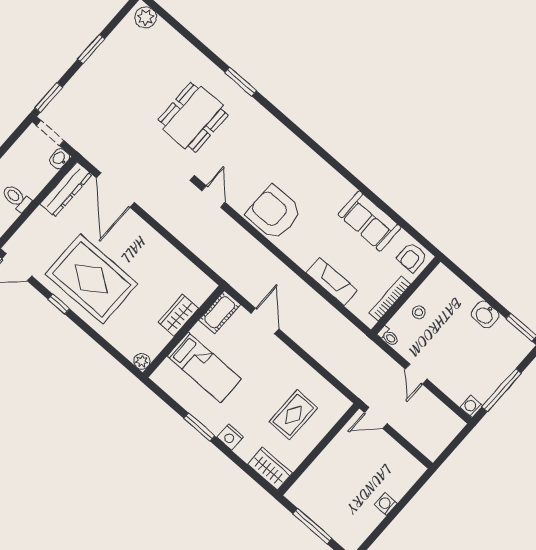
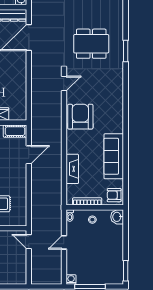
sofa: (370, 221) -> (114, 156), width x1.36
washbasin: (485, 315) -> (117, 217), moved

